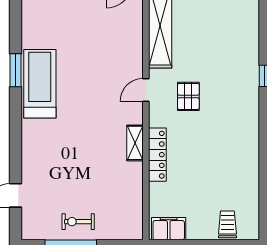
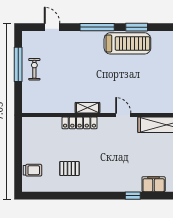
pallet: (188, 96) -> (69, 168), moved
window: (16, 129) -> (97, 27), added
filing cabinet: (169, 229) -> (154, 184), moved, turned -90

